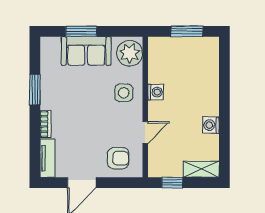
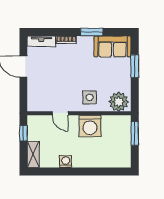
window: (187, 31) -> (135, 133), moved
sofa: (86, 51) -> (113, 46), moved, turned -90
washing machine: (156, 92) -> (90, 126), width x1.89, depth x1.89
armchair: (118, 158) -> (41, 93), removed

